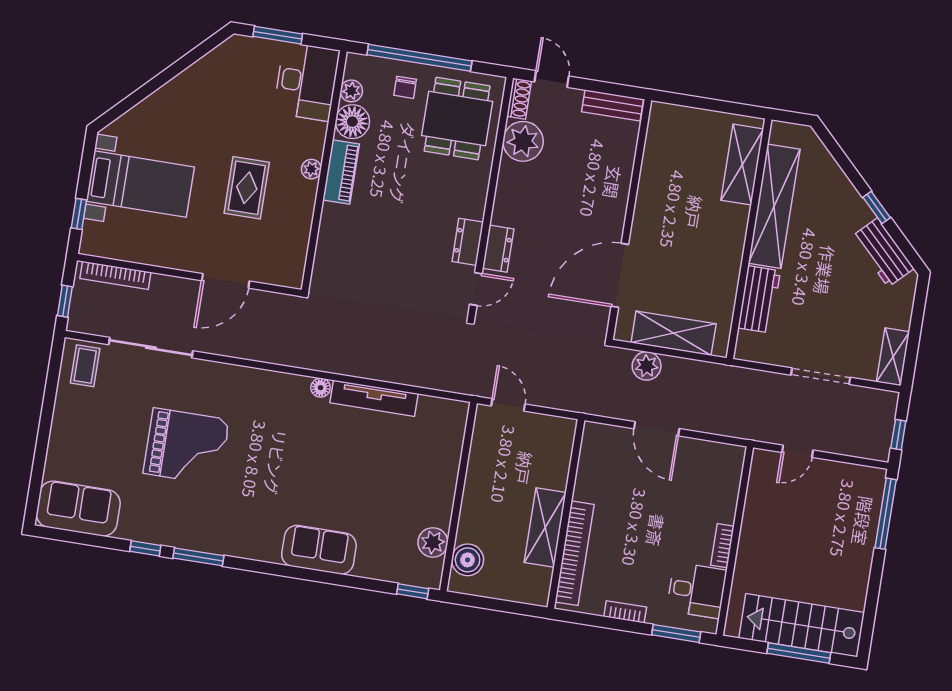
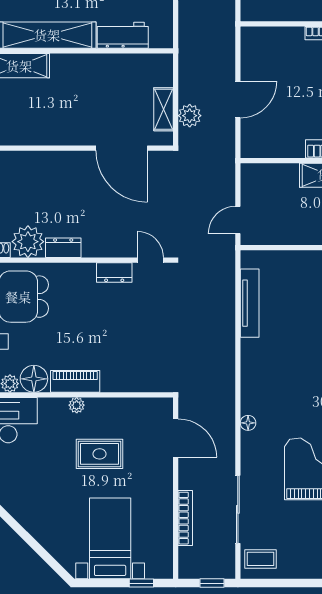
dresser: (498, 249) -> (63, 248), moved
bookcase: (115, 275) -> (185, 518), moved
door: (226, 281) -> (176, 438), moved
shelving: (674, 333) -> (164, 109), width x0.67, depth x0.75
floor lamp: (321, 388) -> (248, 423), moved
tv unit: (374, 398) -> (250, 303), moved

